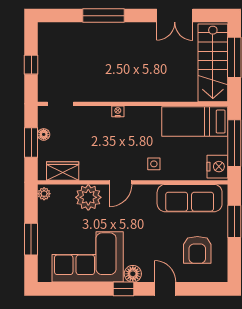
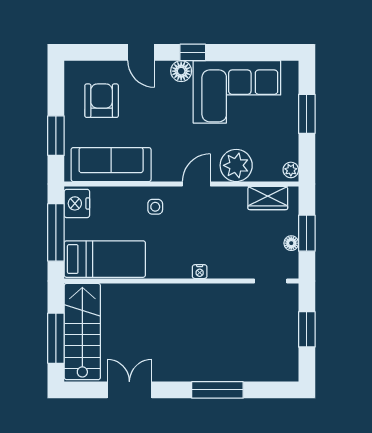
window: (31, 65) -> (307, 329), width x1.50

